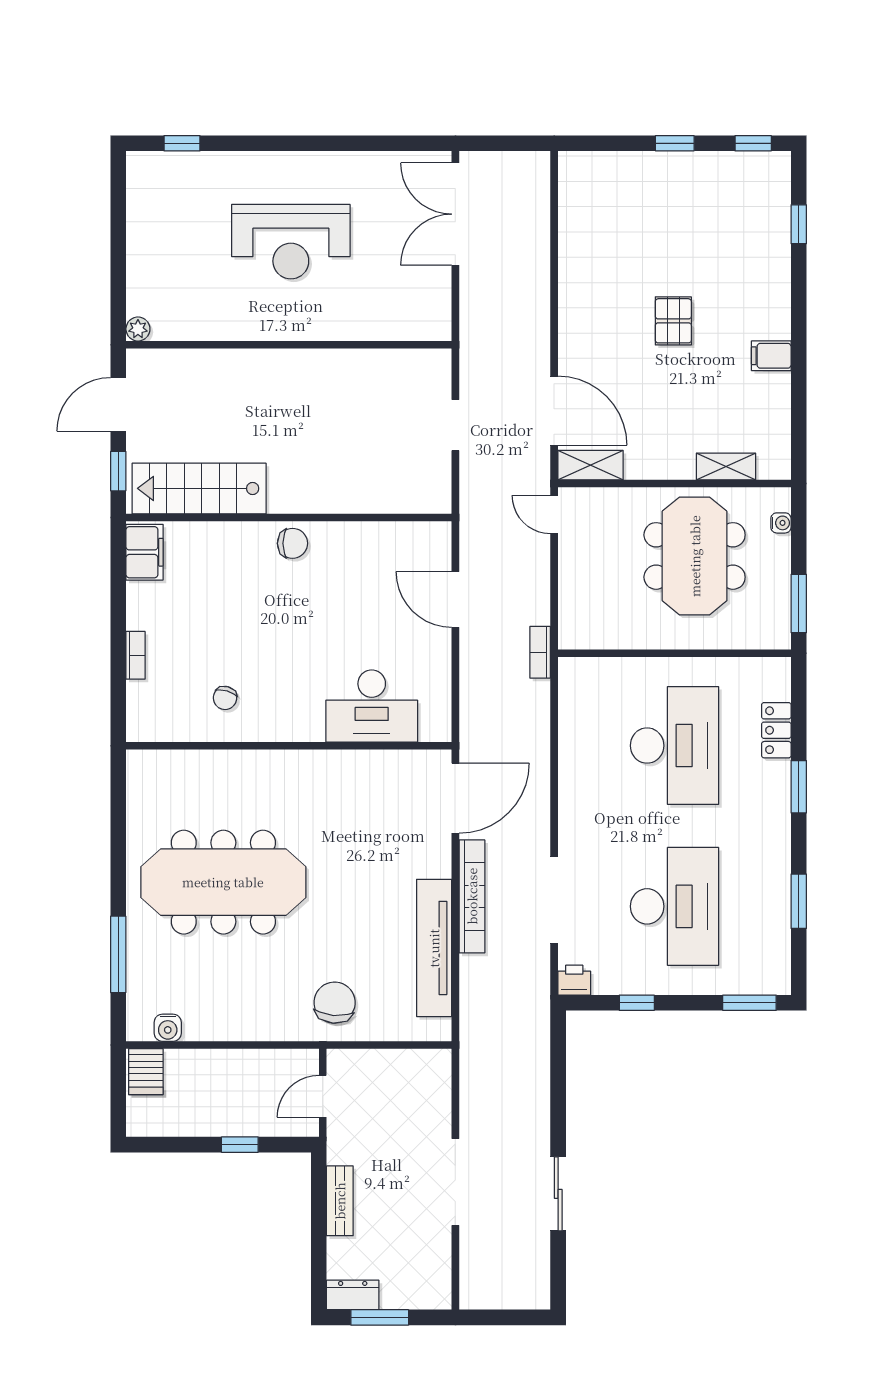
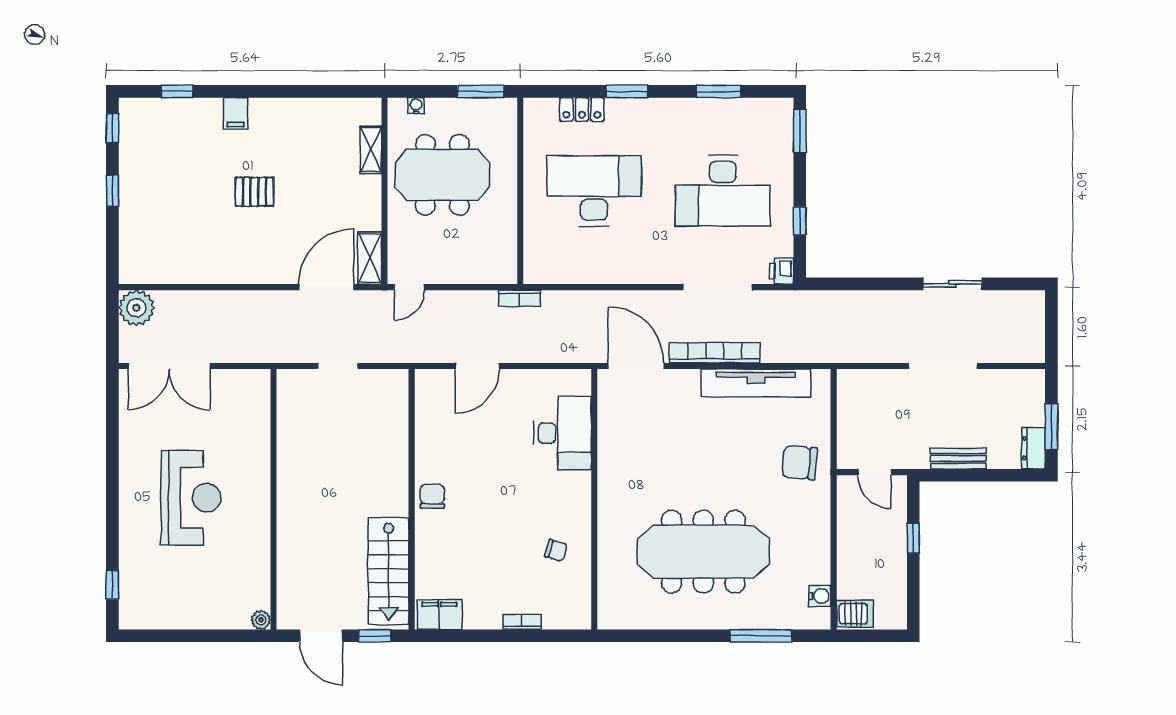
plant: (528, 173) -> (136, 308), added
filing cabinet: (771, 356) -> (236, 113), moved
meeting table: (223, 882) -> (703, 552), turned 90
desk: (674, 906) -> (723, 191), turned 180

